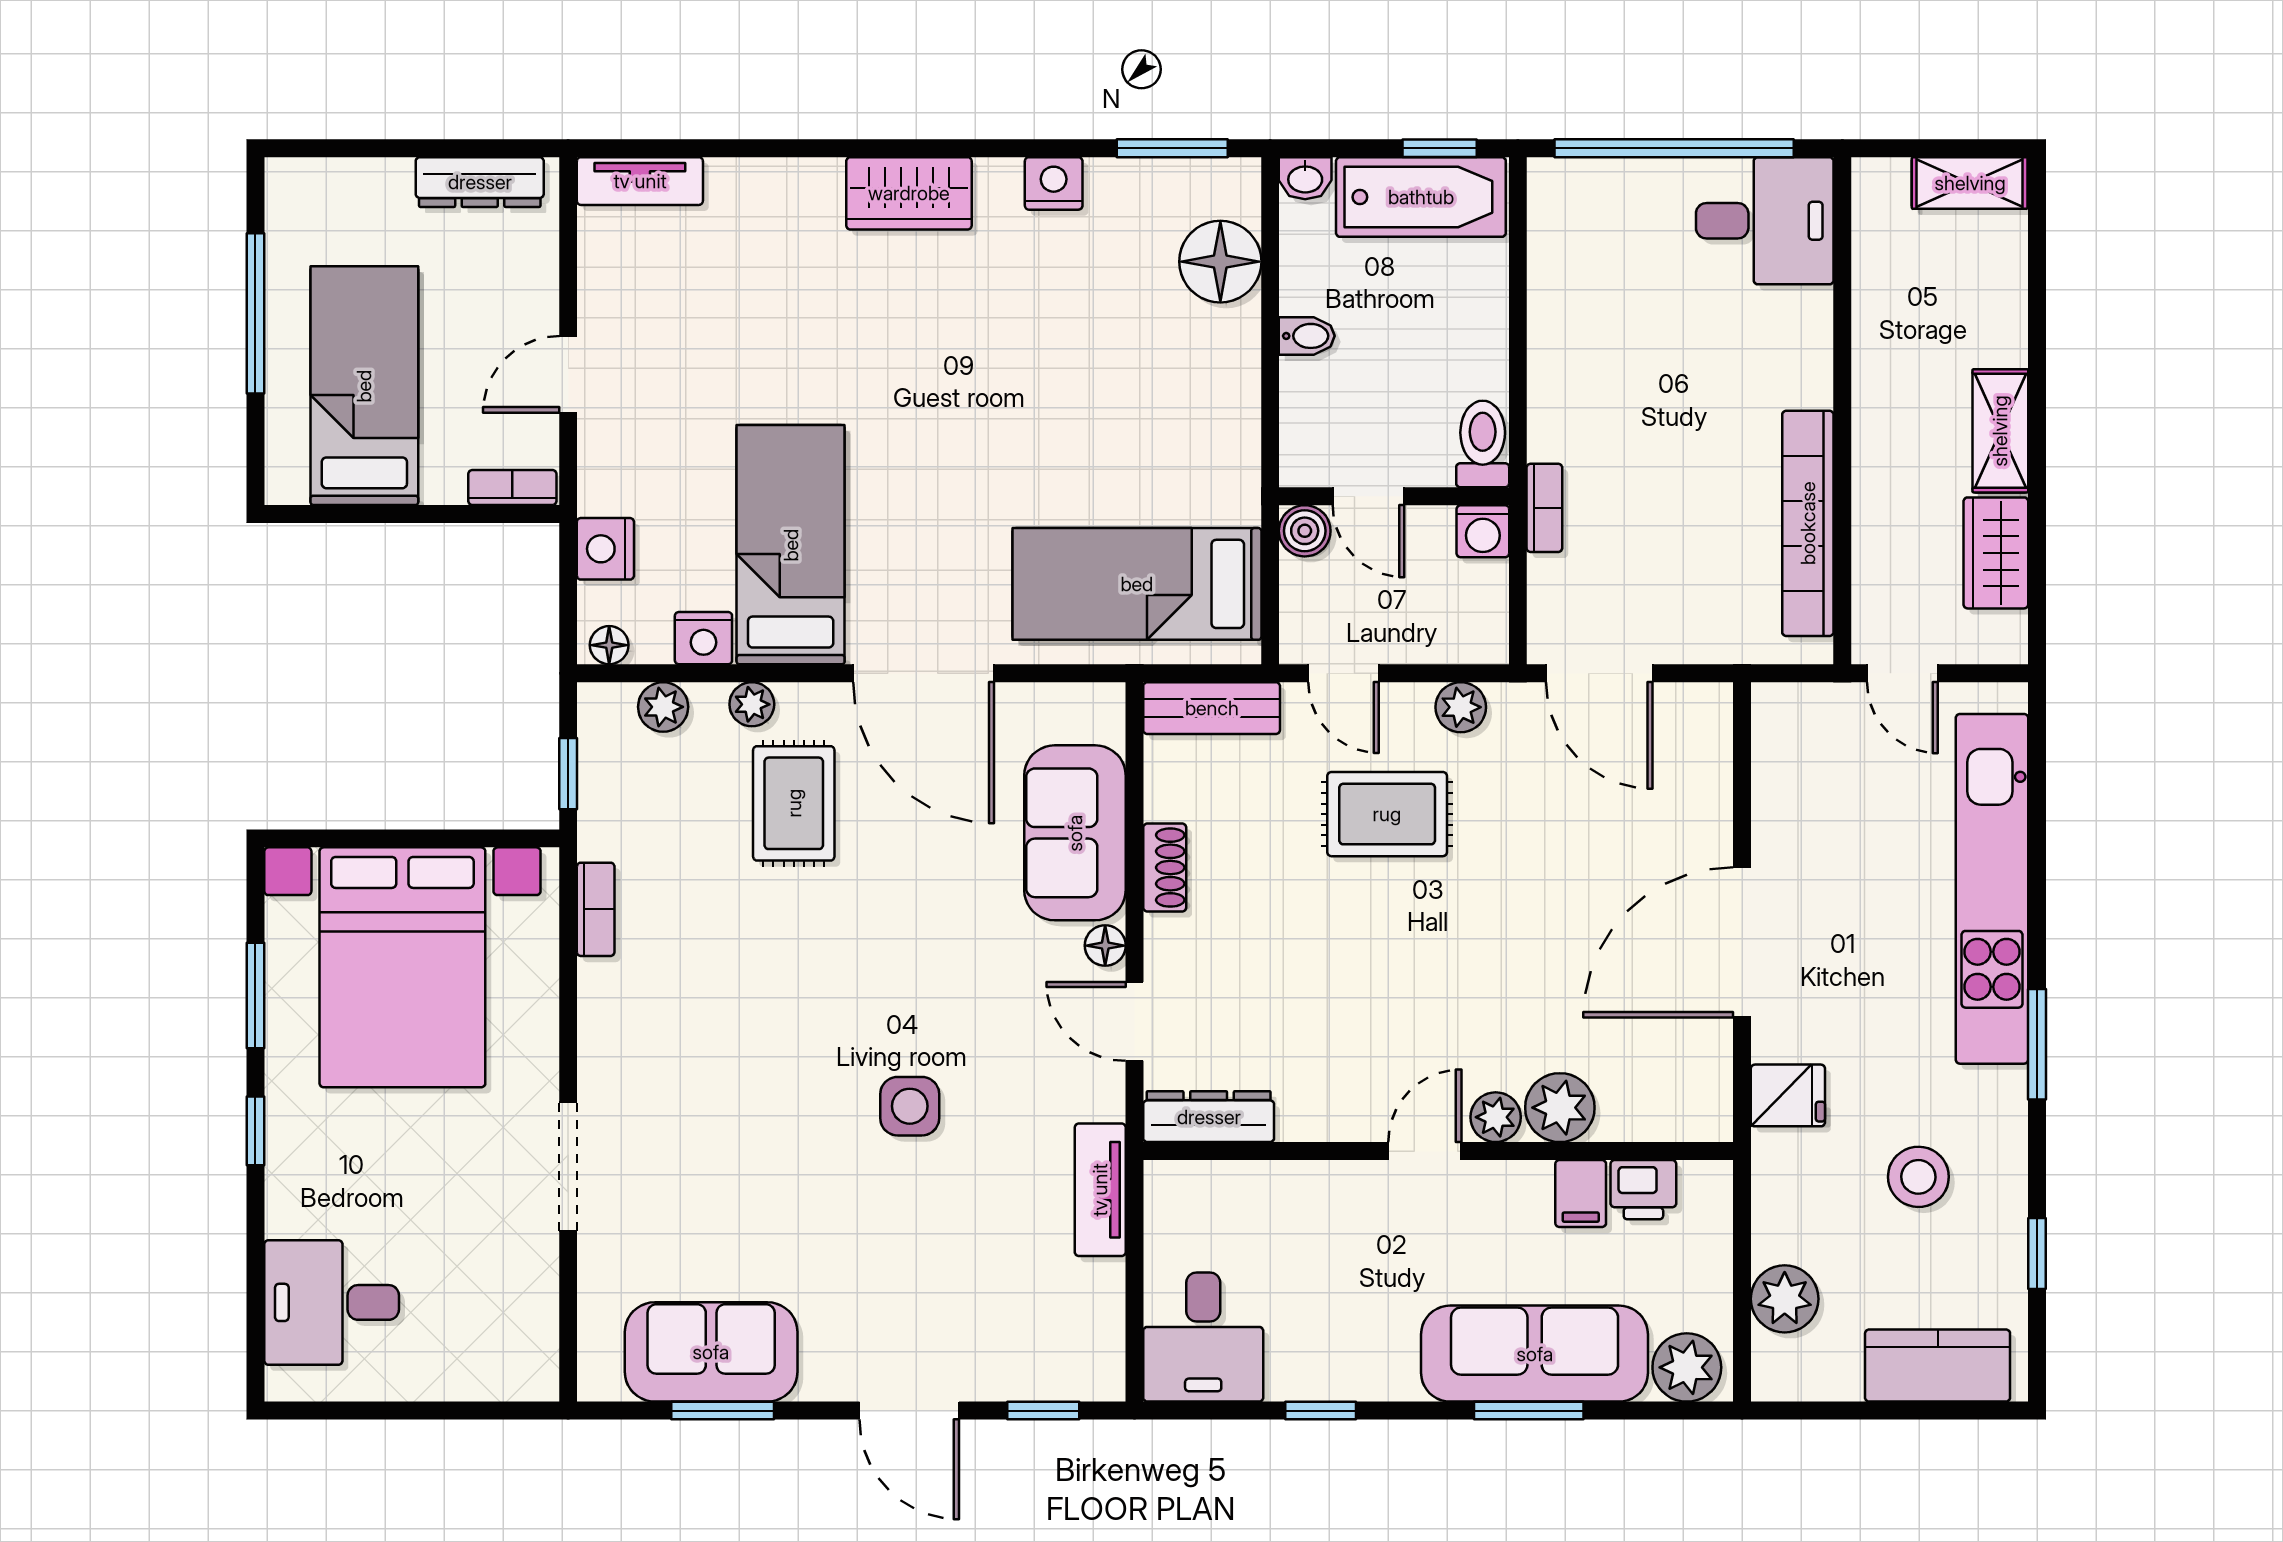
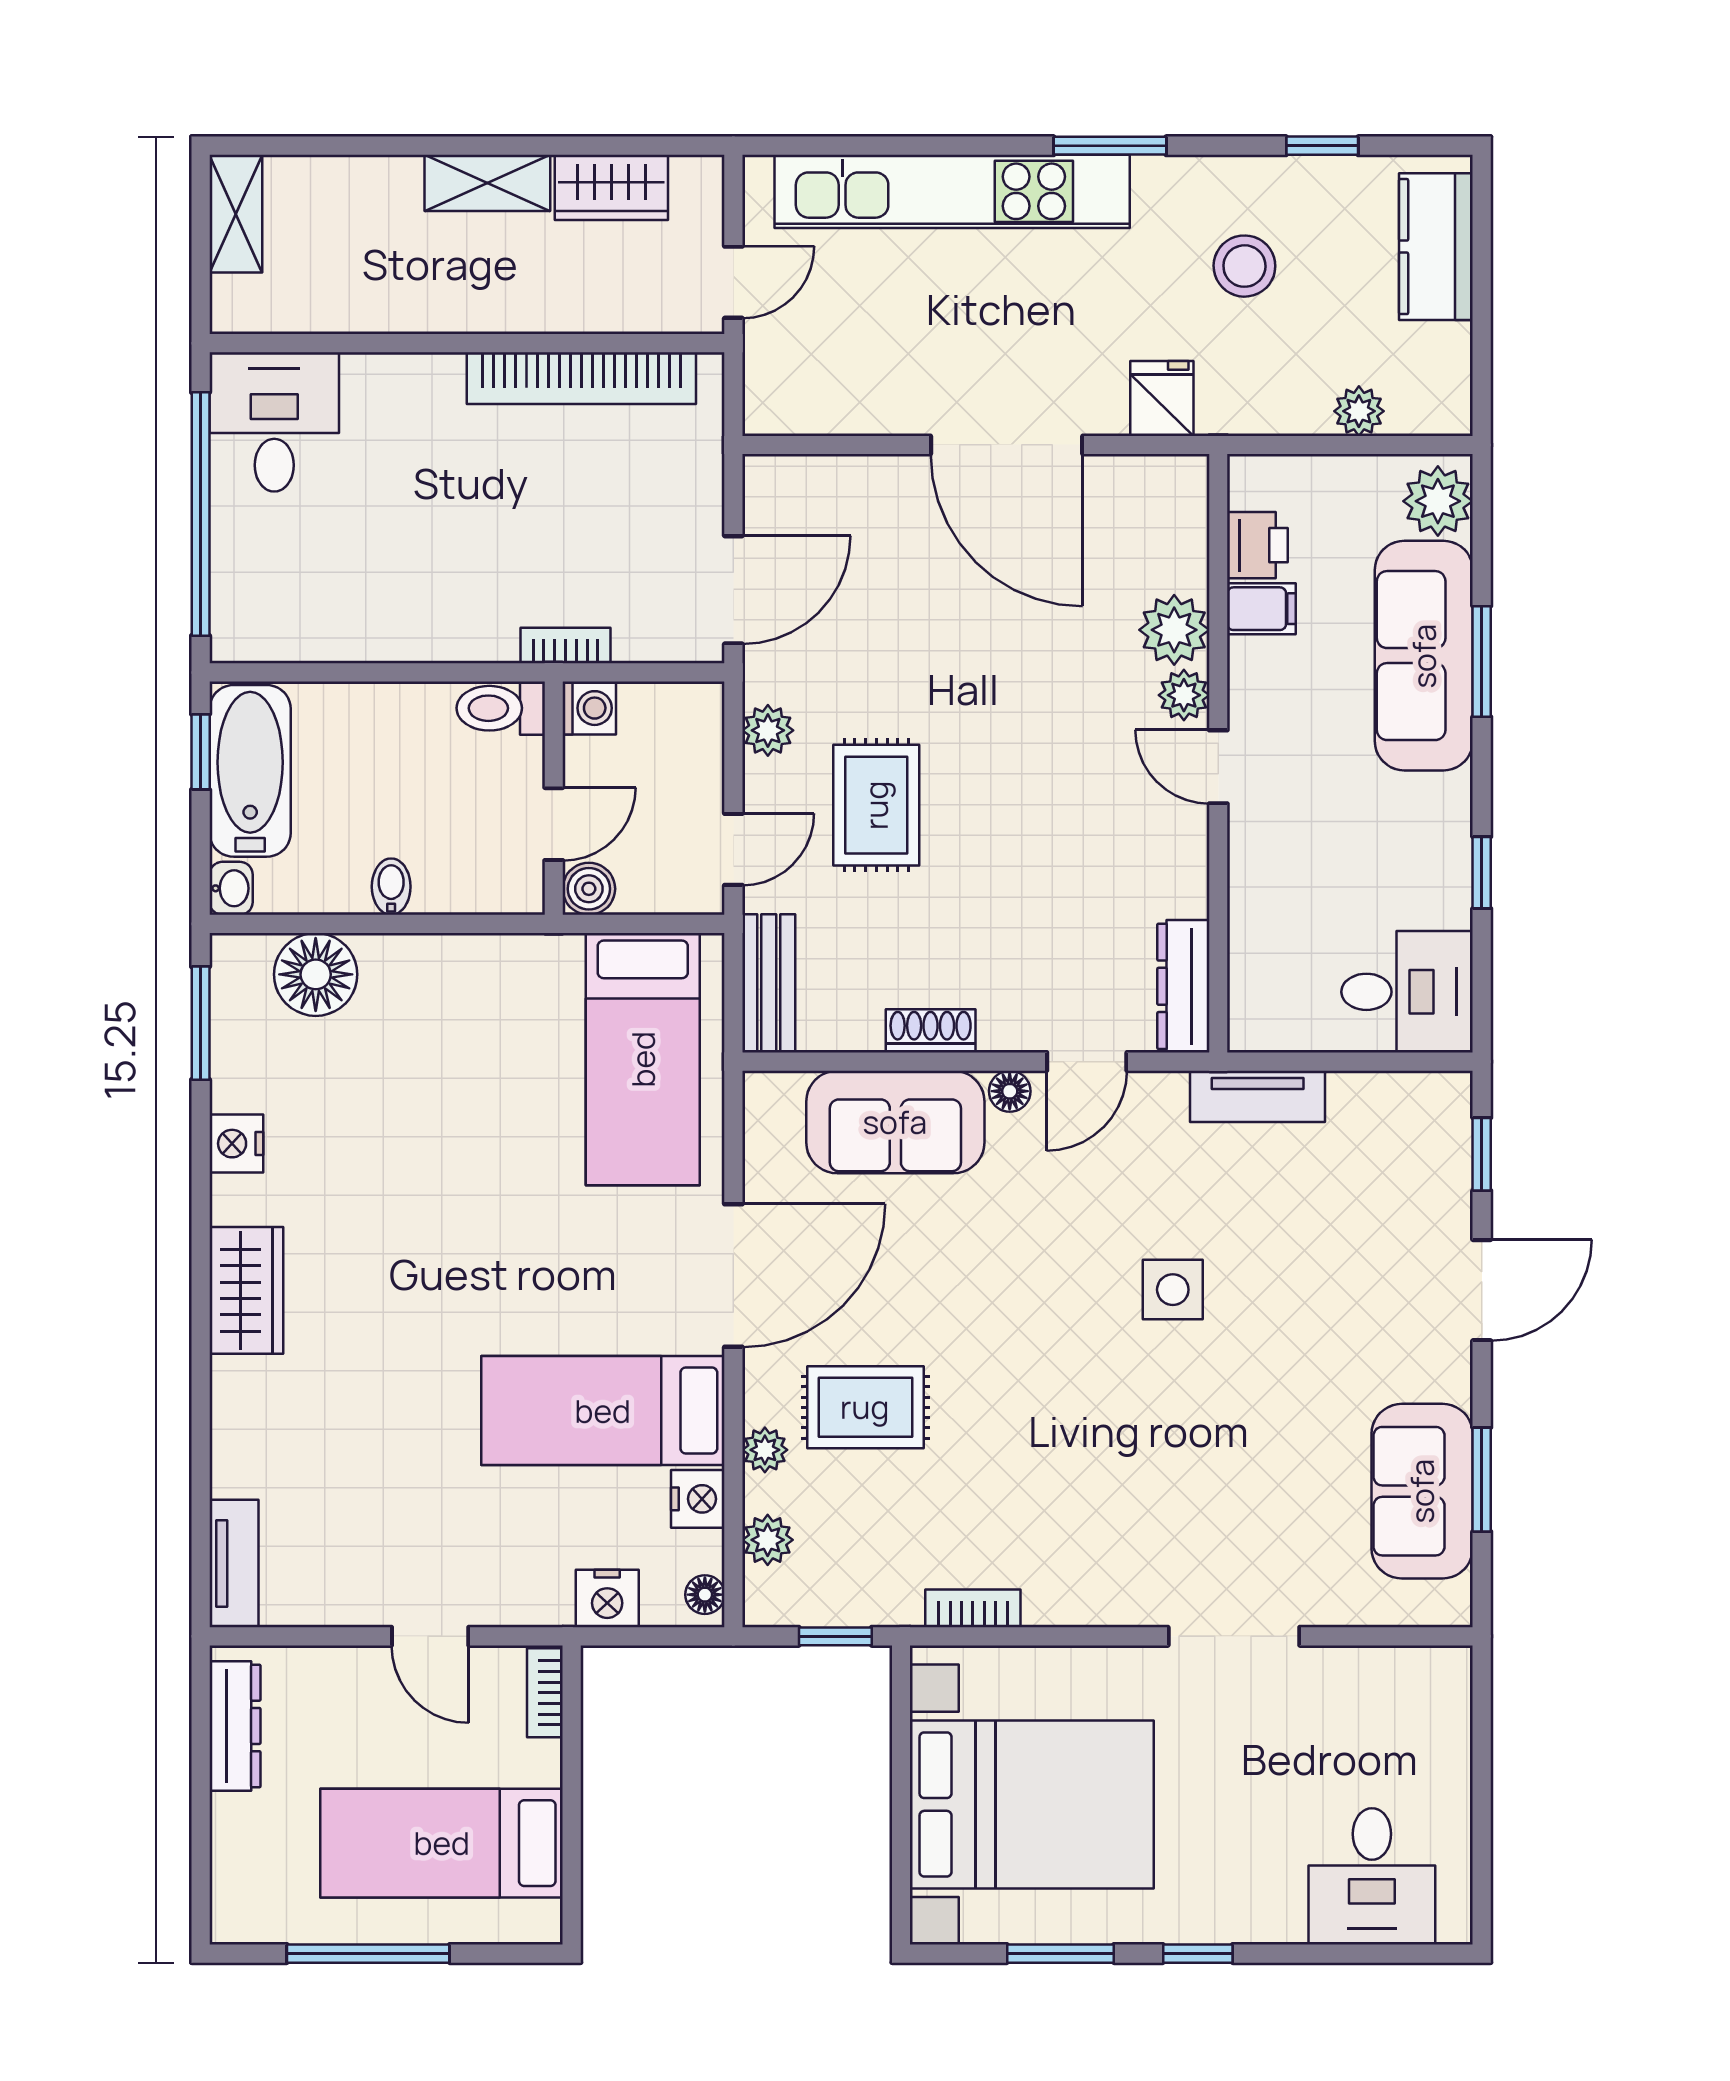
plant: (1785, 1299) -> (1359, 411), width x0.73, depth x0.73

